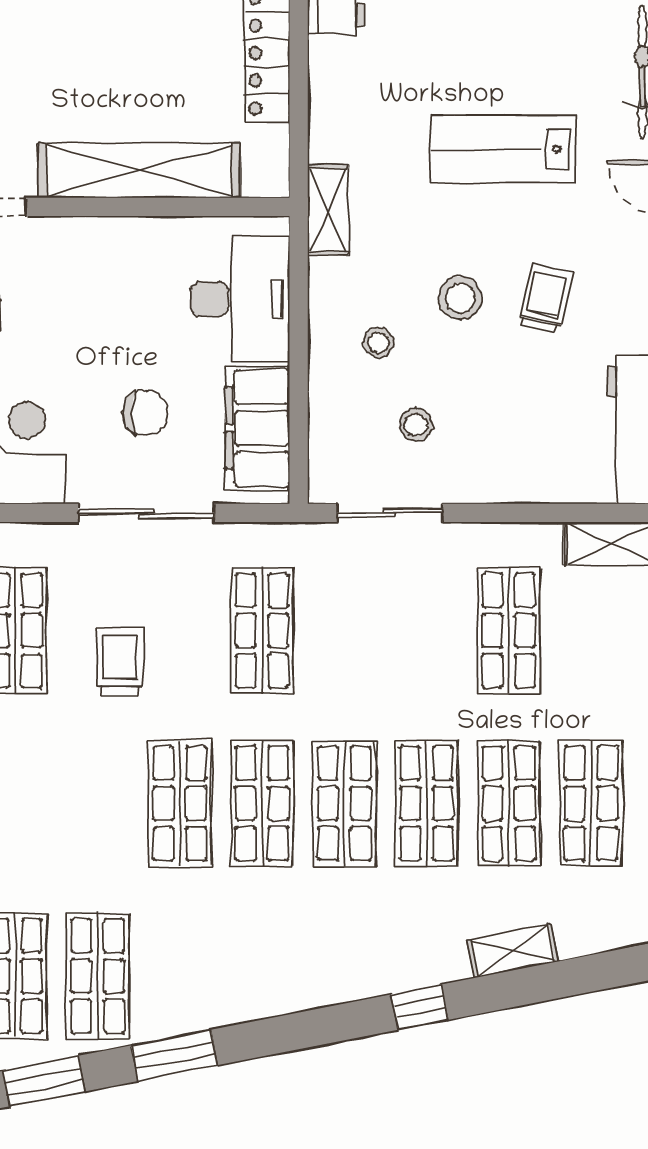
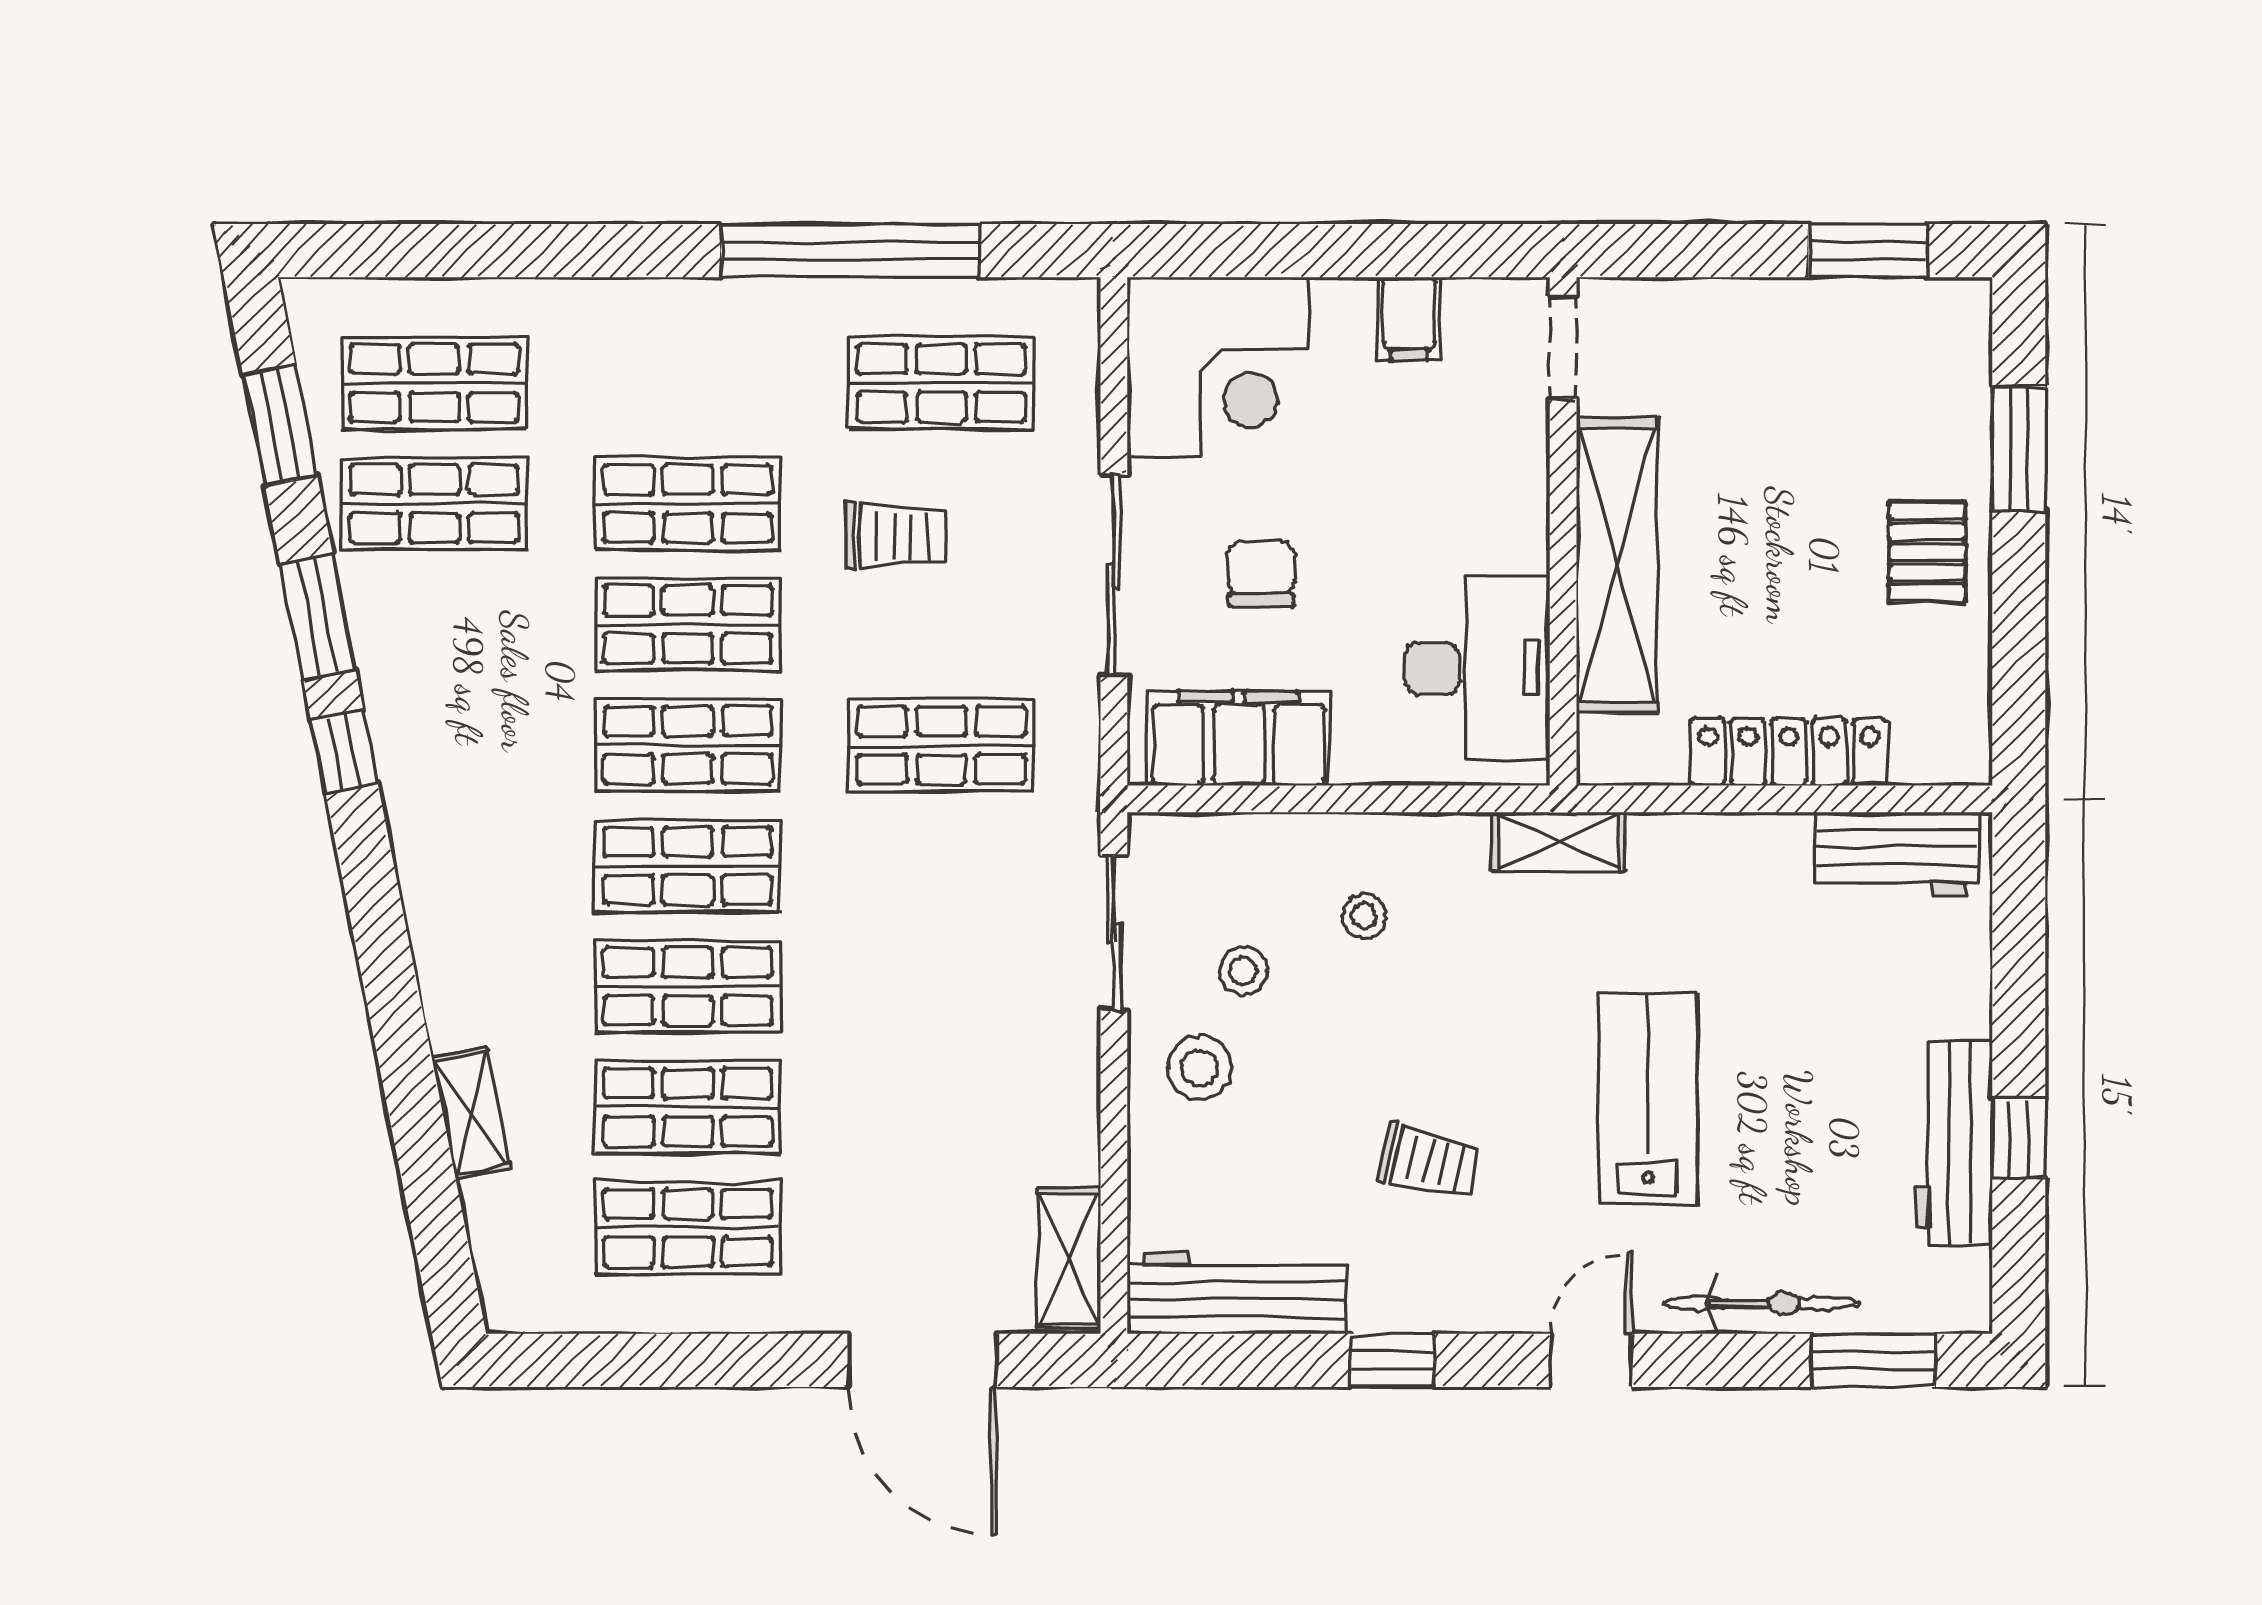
stool: (460, 298) -> (1200, 1068), moved
desk: (240, 299) -> (1477, 668), moved, turned -90
chair: (145, 413) -> (1261, 574), turned 180
shop shelf: (509, 631) -> (688, 504), moved
window: (420, 1007) -> (344, 751), moved

